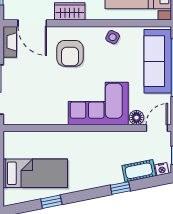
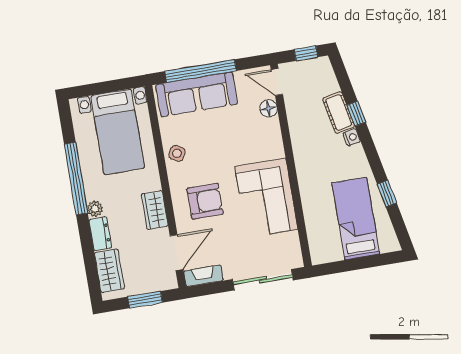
corner sofa: (98, 103) -> (266, 198), moved
nightstand: (162, 169) -> (352, 137), moved
cot: (139, 171) -> (339, 112), moved

